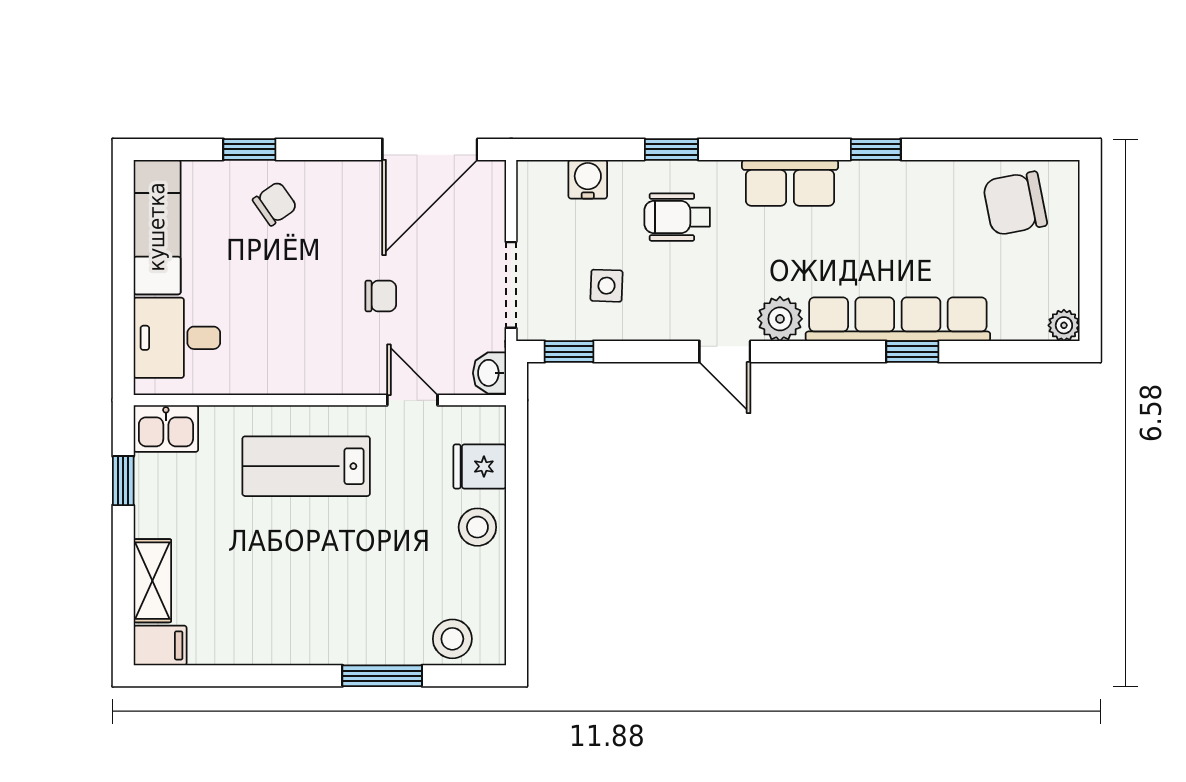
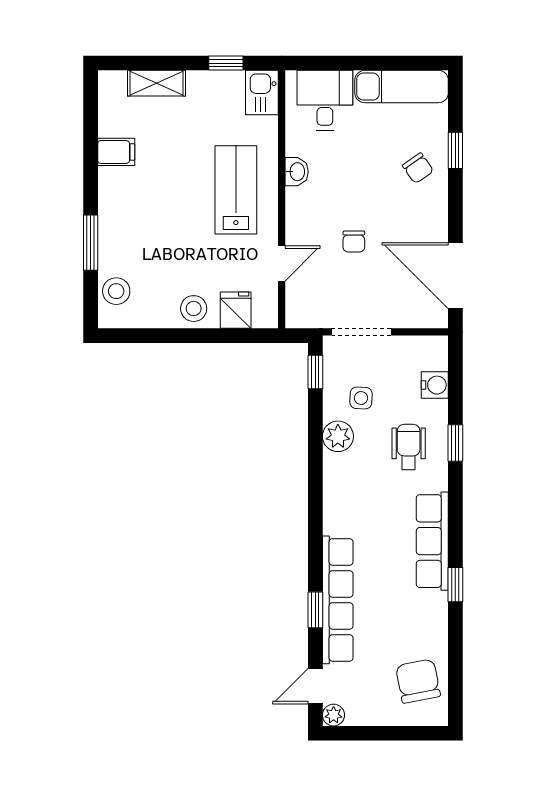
row of seats: (790, 183) -> (432, 541), width x1.48
plant: (780, 319) -> (338, 436), moved
door: (725, 352) -> (315, 686), moved
washbasin: (489, 373) -> (297, 172), moved, turned 90
filing cabinet: (160, 645) -> (116, 152), moved, turned -90

